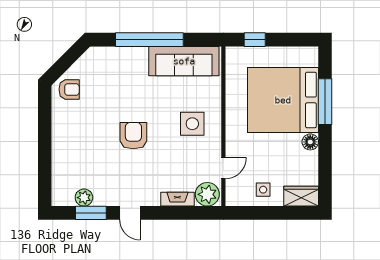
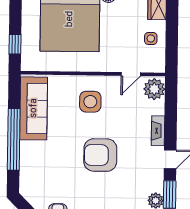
armchair: (133, 136) -> (100, 155), width x1.36, depth x1.36
door: (223, 168) -> (131, 74), swing flipped
fireplace: (177, 199) -> (158, 131), moved

